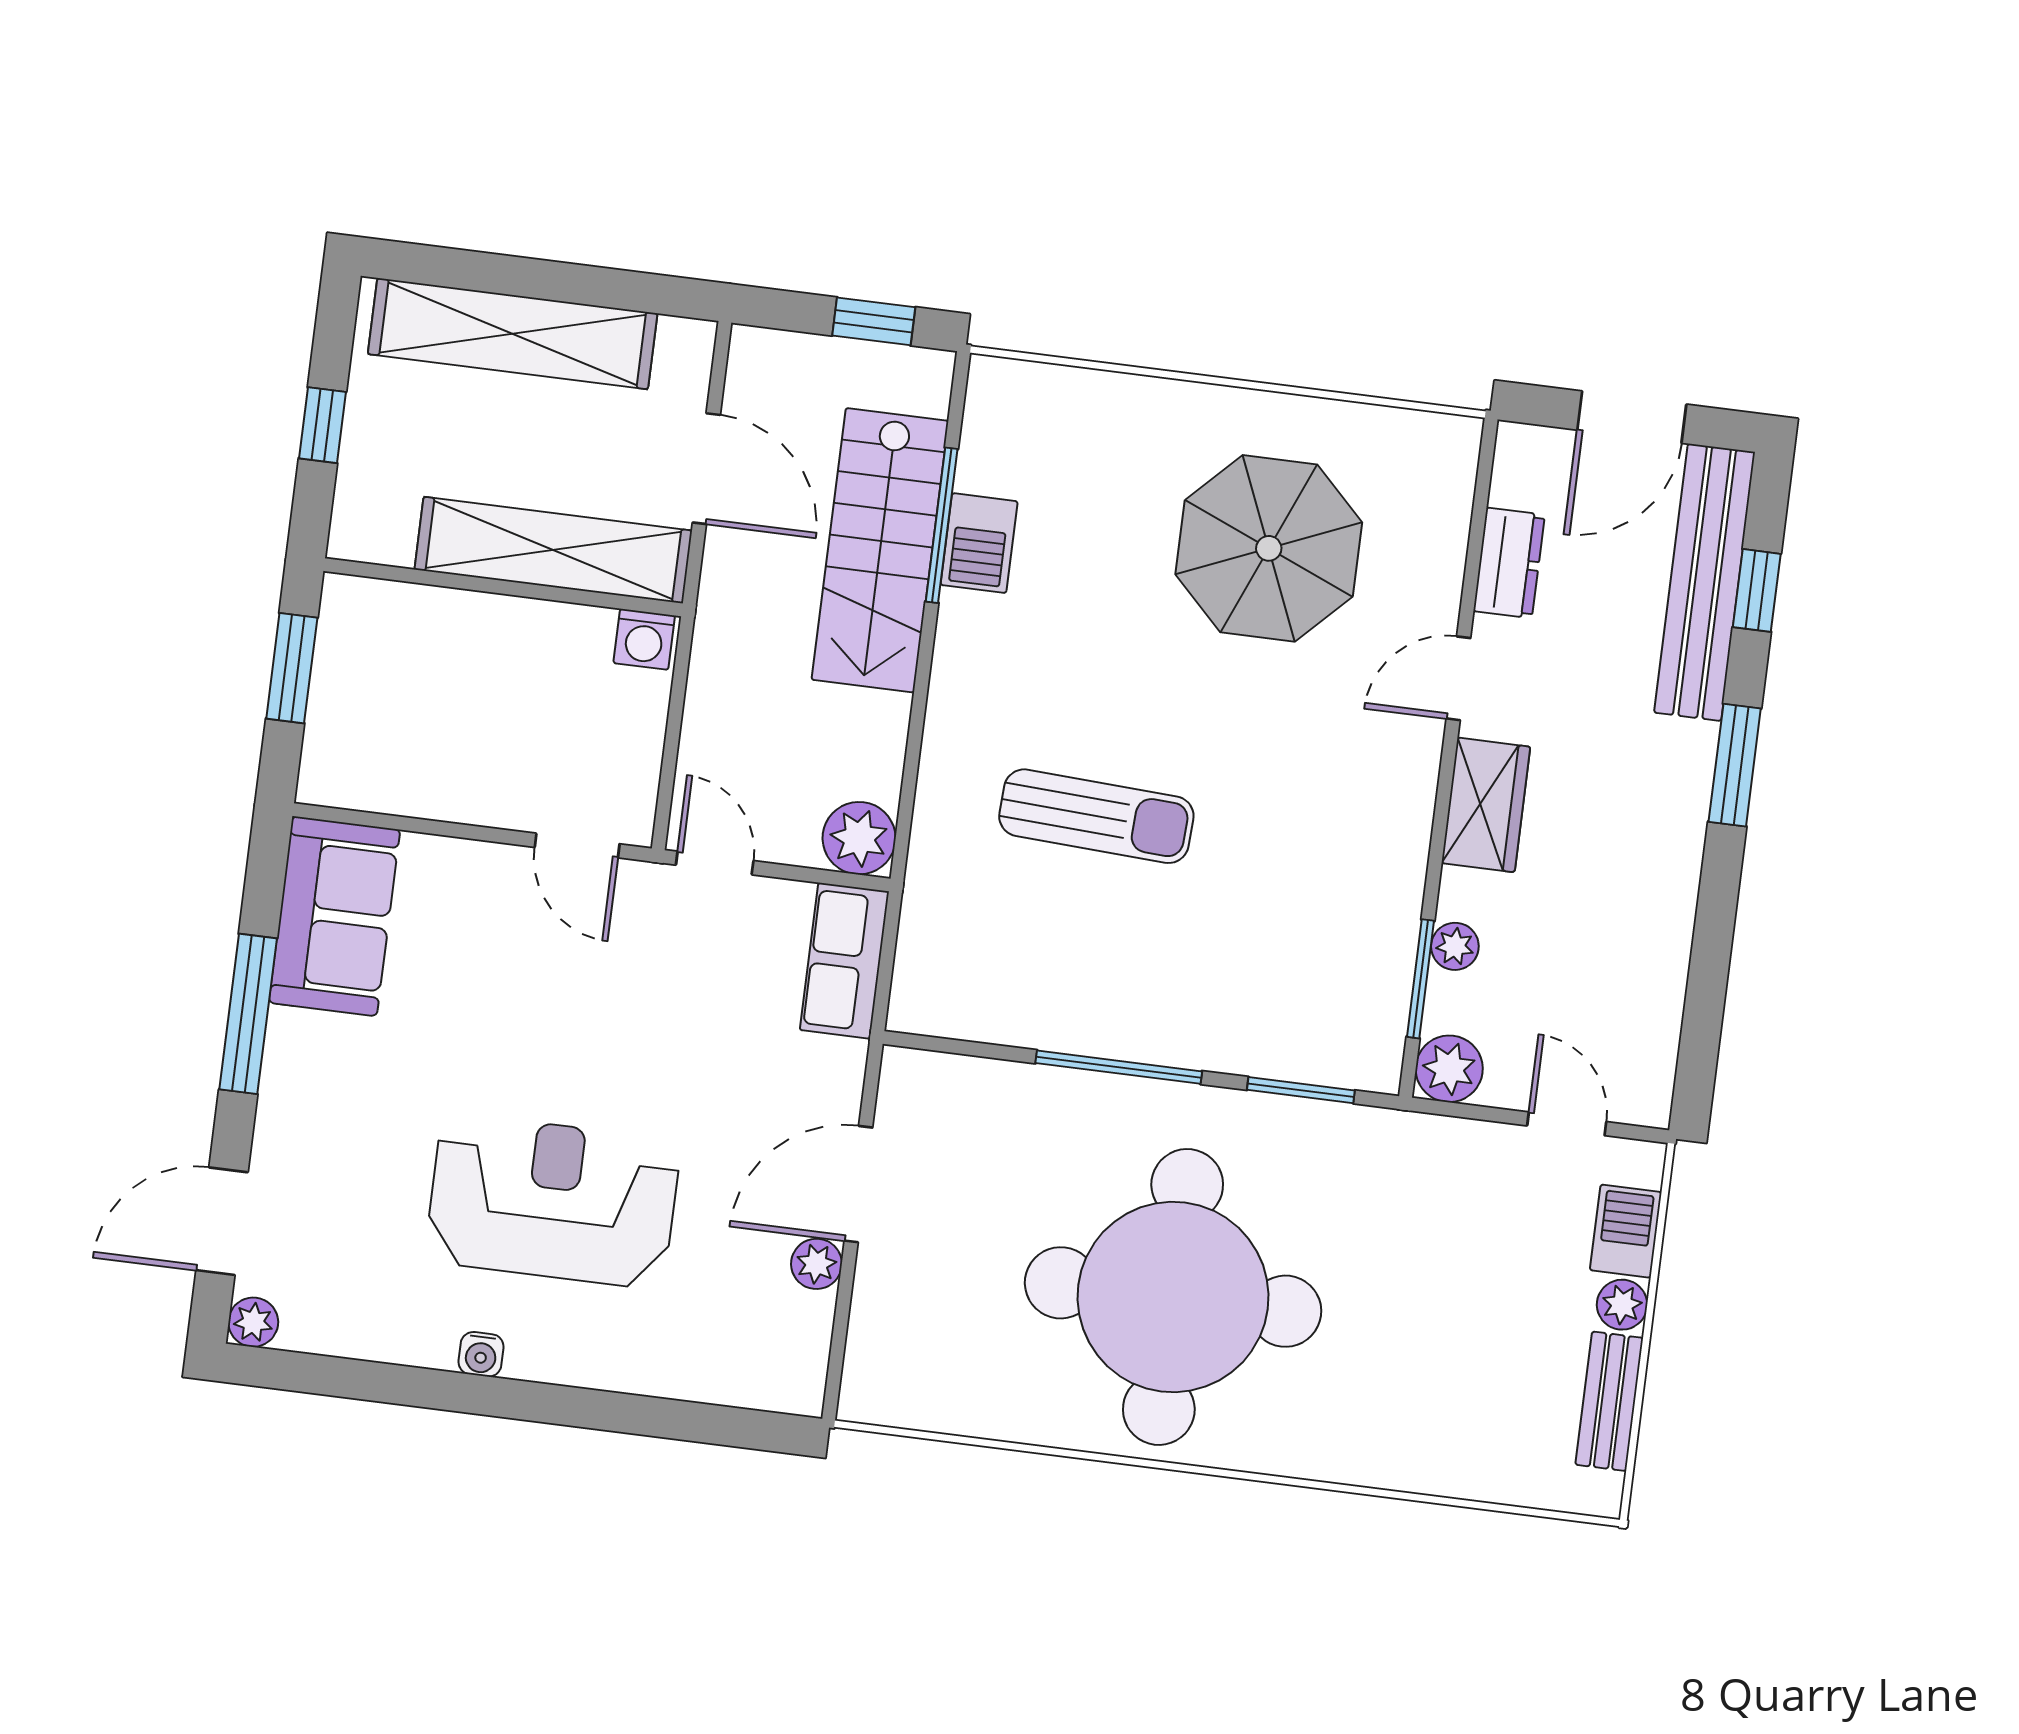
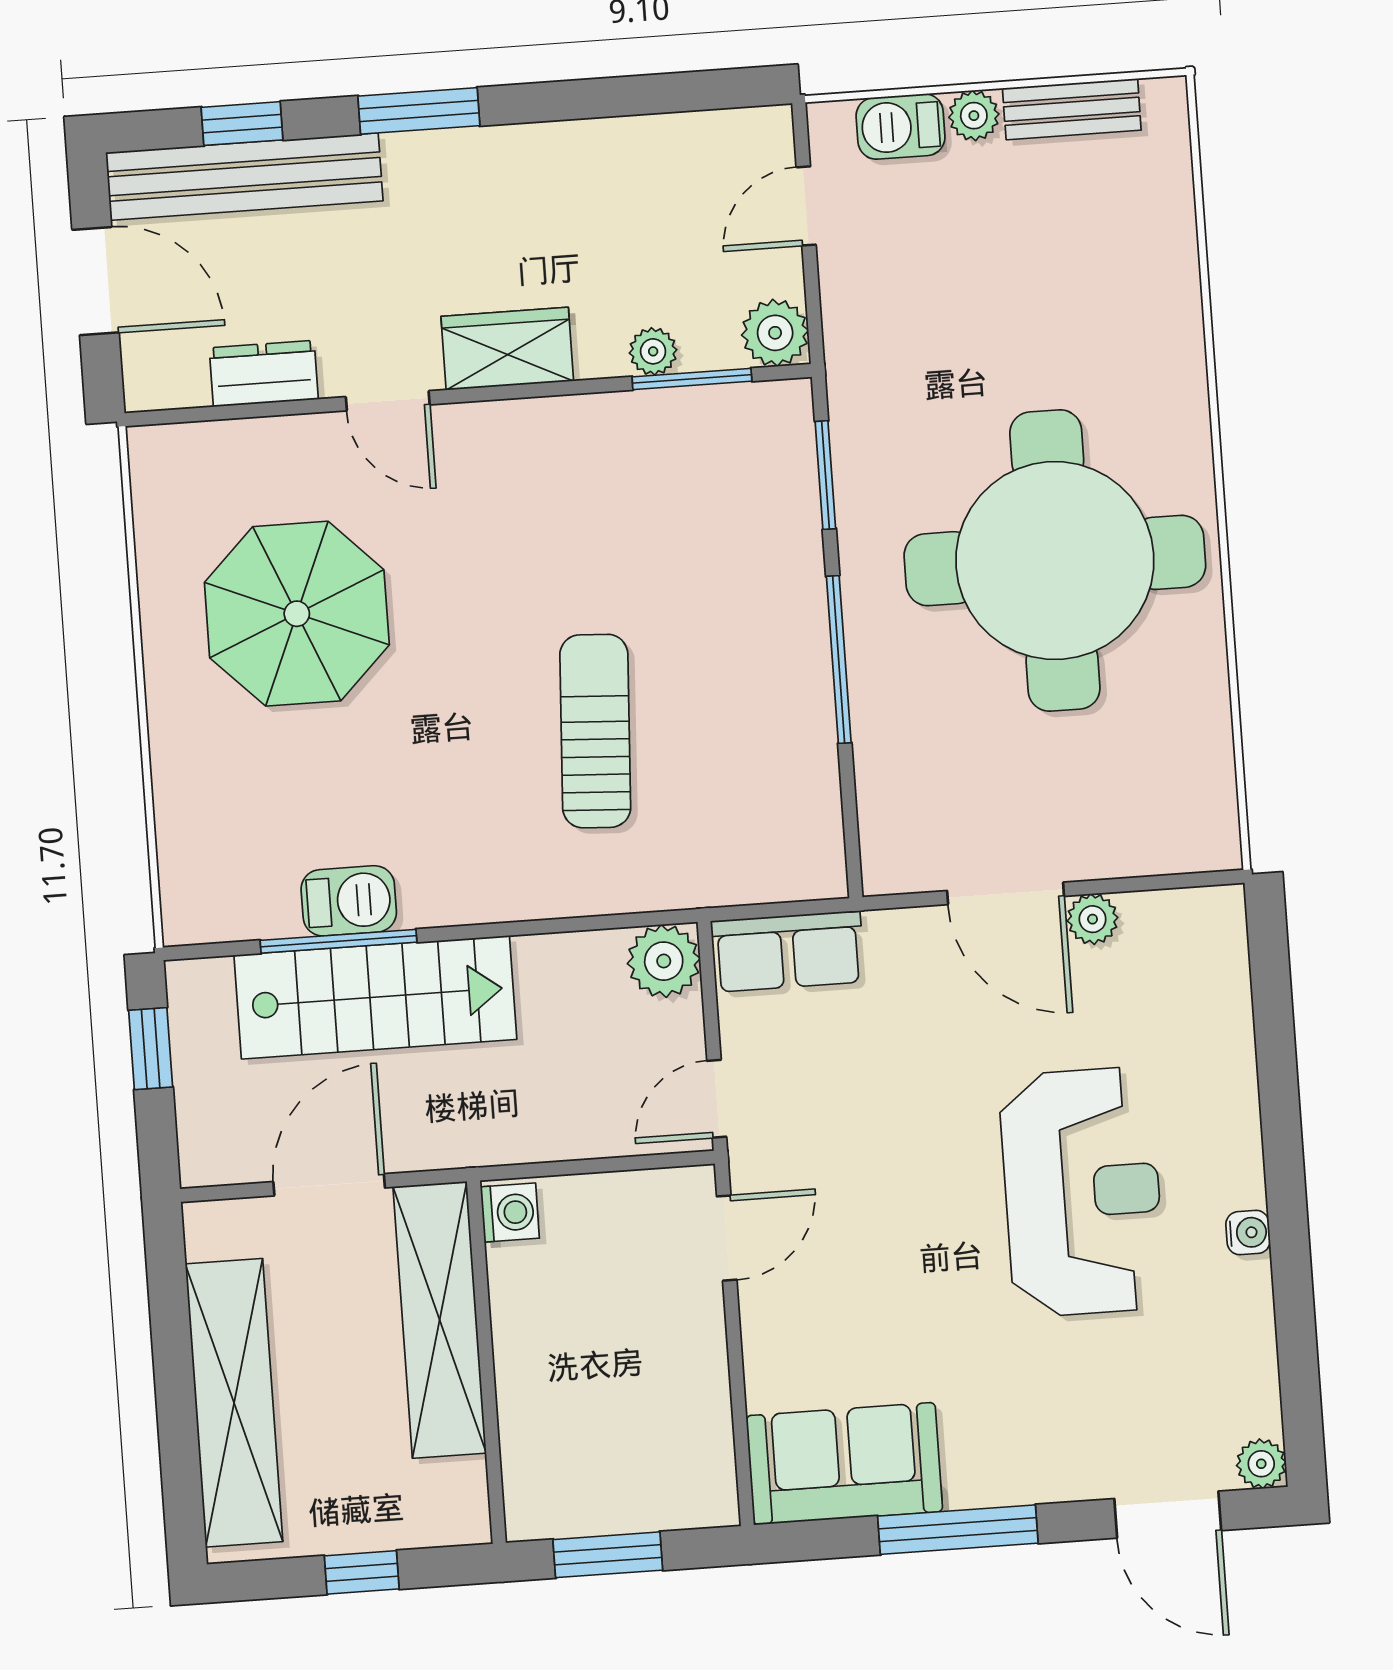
reception desk: (553, 1201) -> (1082, 1192), turned 180

